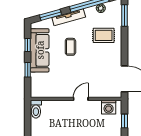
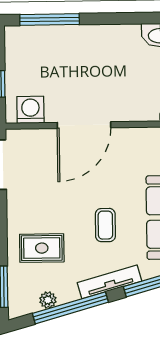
door: (81, 99) -> (84, 125), width x1.87

